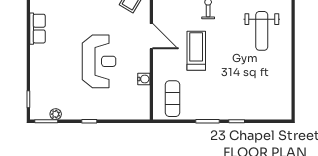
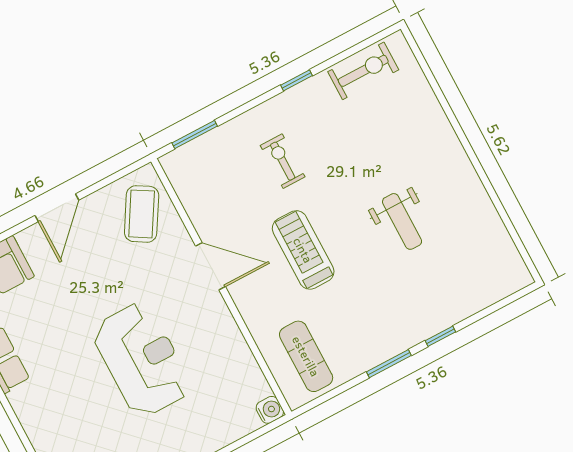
weight bench: (262, 31) -> (402, 221), moved, width x0.73, depth x0.75
water cooler: (144, 79) -> (270, 410), moved

